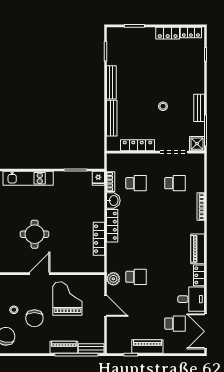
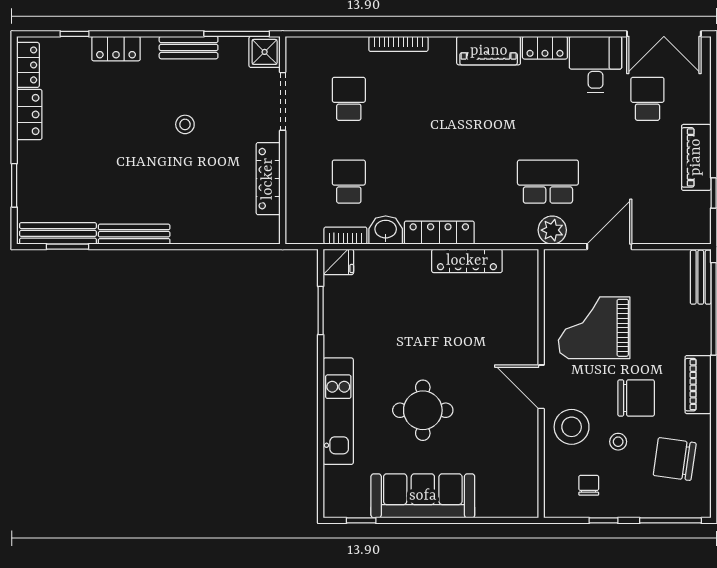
locker: (199, 74) -> (116, 49), added
bench: (112, 118) -> (58, 233), moved
round table: (35, 234) -> (423, 410), moved
school desk: (136, 277) -> (548, 182), width x1.85
stool: (21, 288) -> (572, 427), added
piano: (64, 347) -> (698, 385), moved

